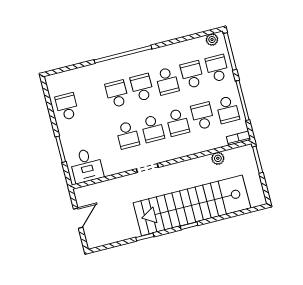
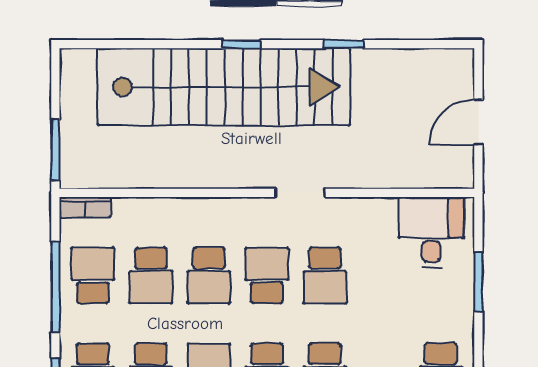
school desk: (178, 122) -> (209, 276), turned 180
school desk: (128, 135) -> (325, 276), turned 180
plant: (218, 158) -> (141, 175), removed

